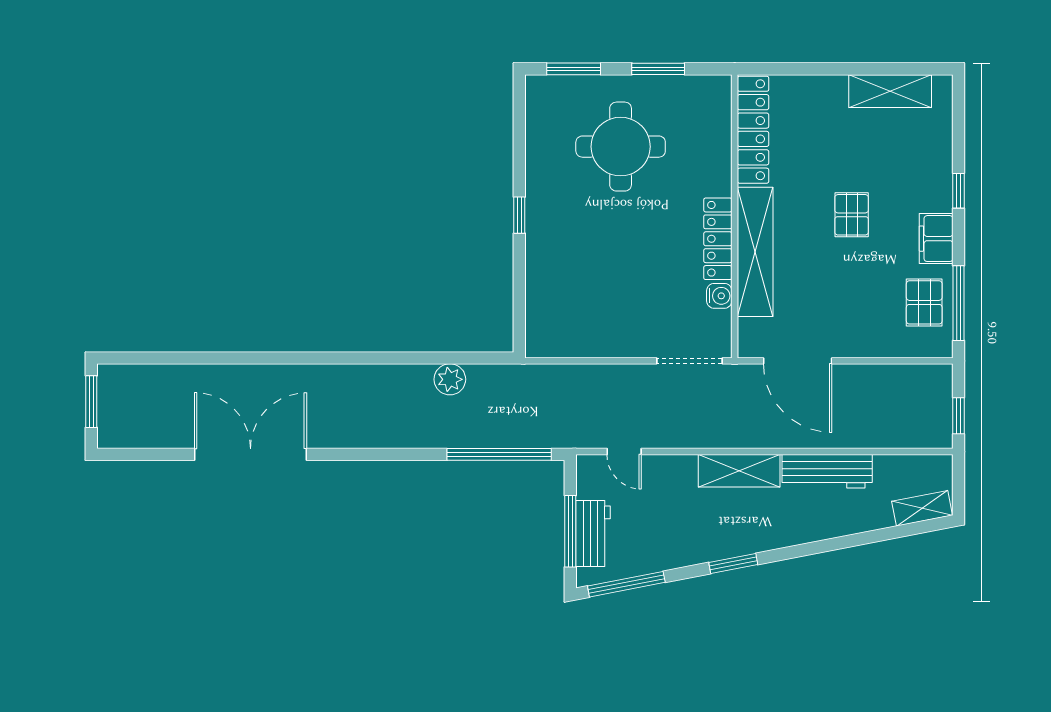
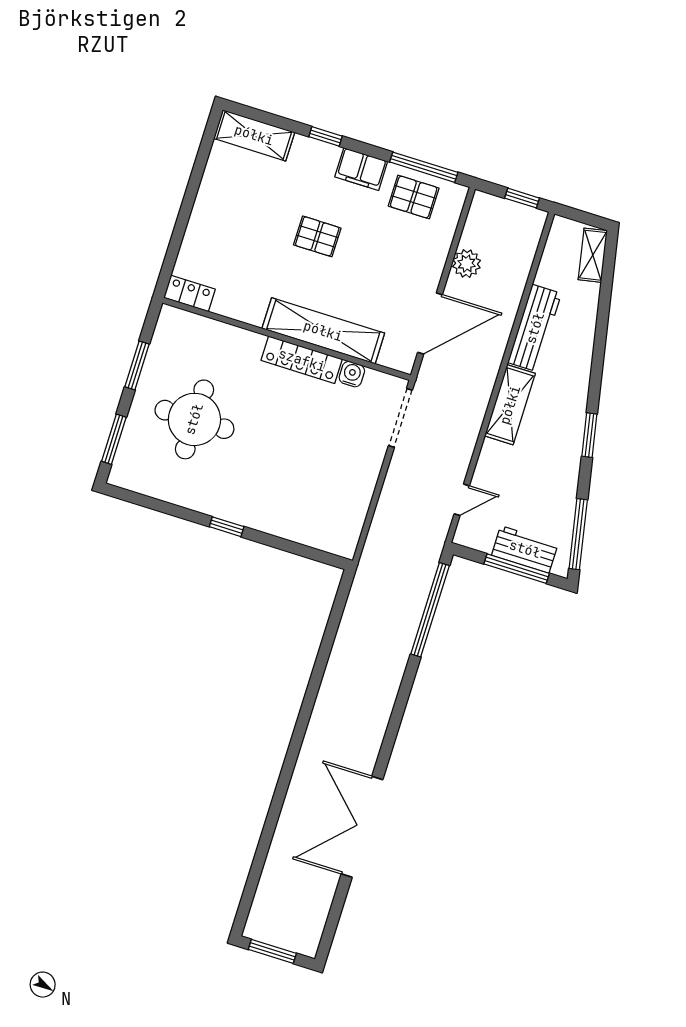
shelving: (890, 91) -> (254, 135), moved, turned 90
locker: (753, 130) -> (189, 293), width x0.46, depth x0.83
plant: (450, 379) -> (467, 264), moved

